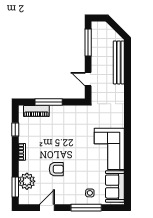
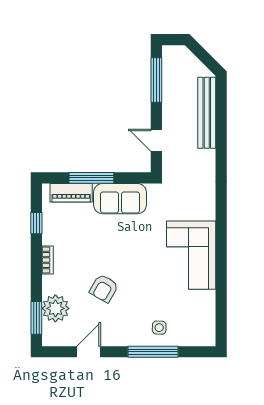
armchair: (56, 169) -> (104, 288), turned 120
sofa: (115, 187) -> (120, 199), moved, turned -90

